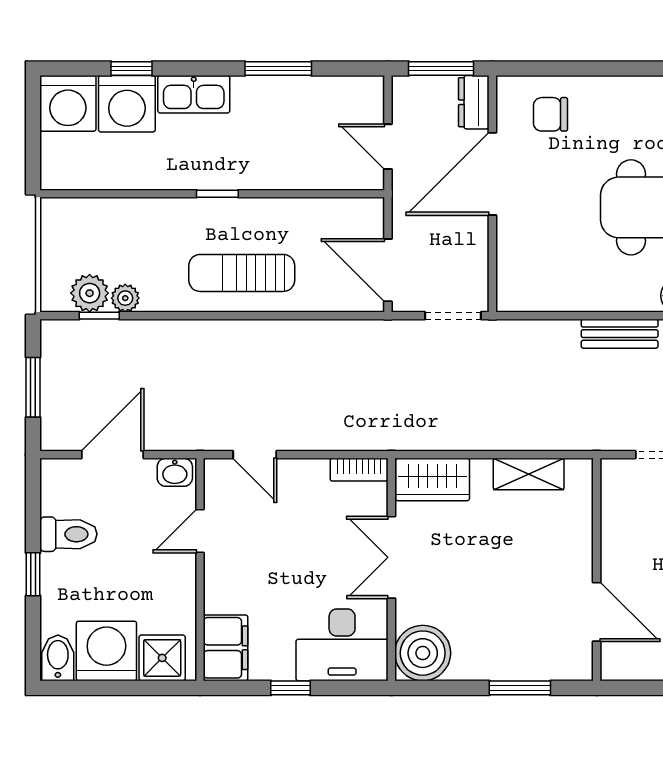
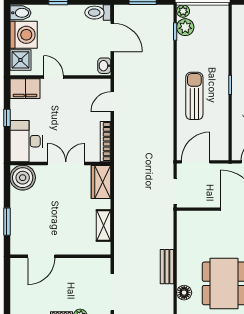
plant: (125, 298) -> (183, 11), moved
bookcase: (359, 470) -> (105, 142), width x1.56
door: (200, 531) -> (54, 77), moved
toilet: (68, 534) -> (98, 13), moved, turned 90

